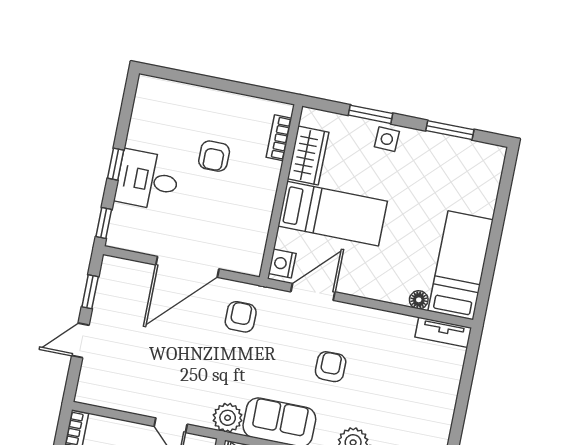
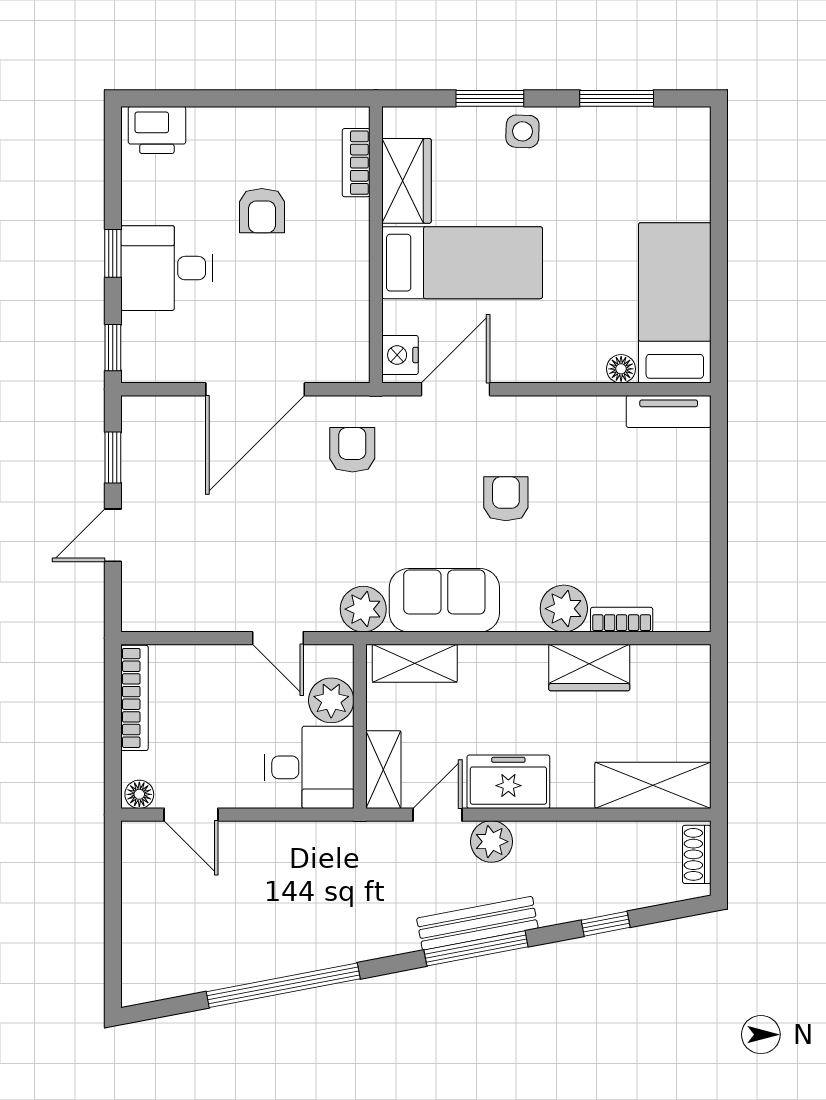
printer: (158, 92) -> (157, 130), added

